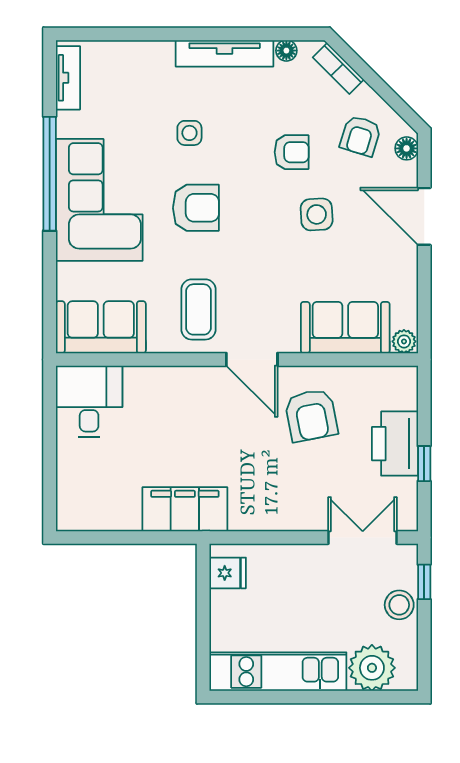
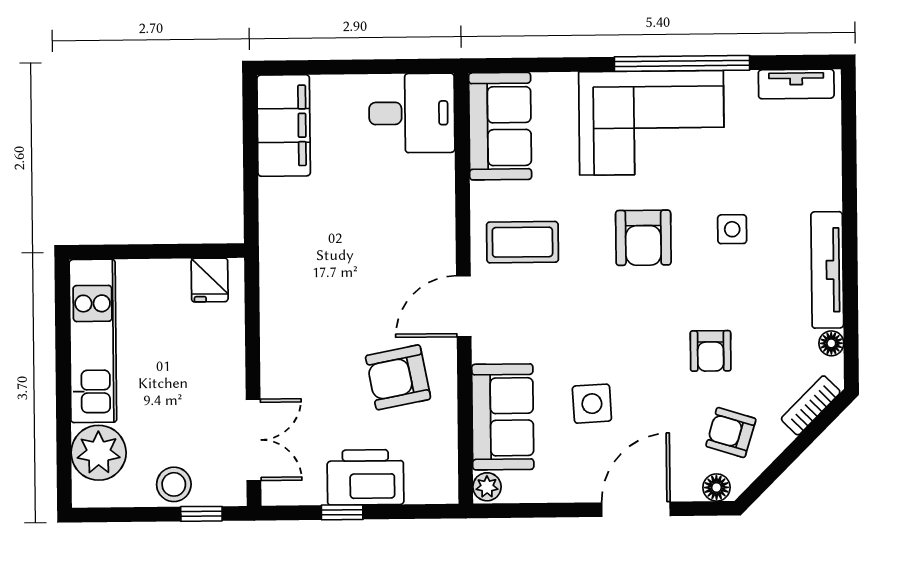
side table: (317, 214) -> (592, 404), moved
filing cabinet: (185, 509) -> (284, 125), moved

